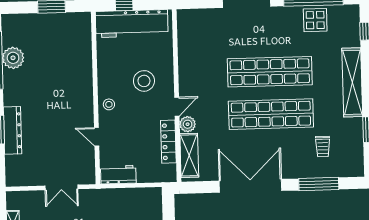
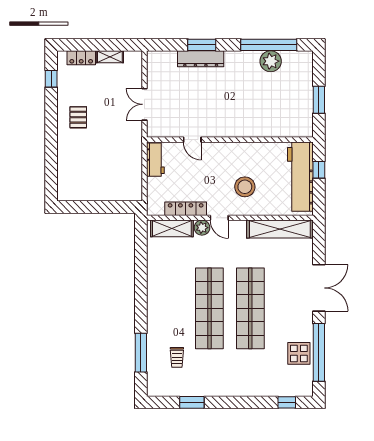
shelving: (352, 82) -> (280, 229), moved
stool: (109, 104) -> (223, 152), removed
door: (97, 137) -> (192, 140), swing flipped
trolley: (323, 146) -> (177, 357), turned -90
double door: (250, 186) -> (141, 287), removed

